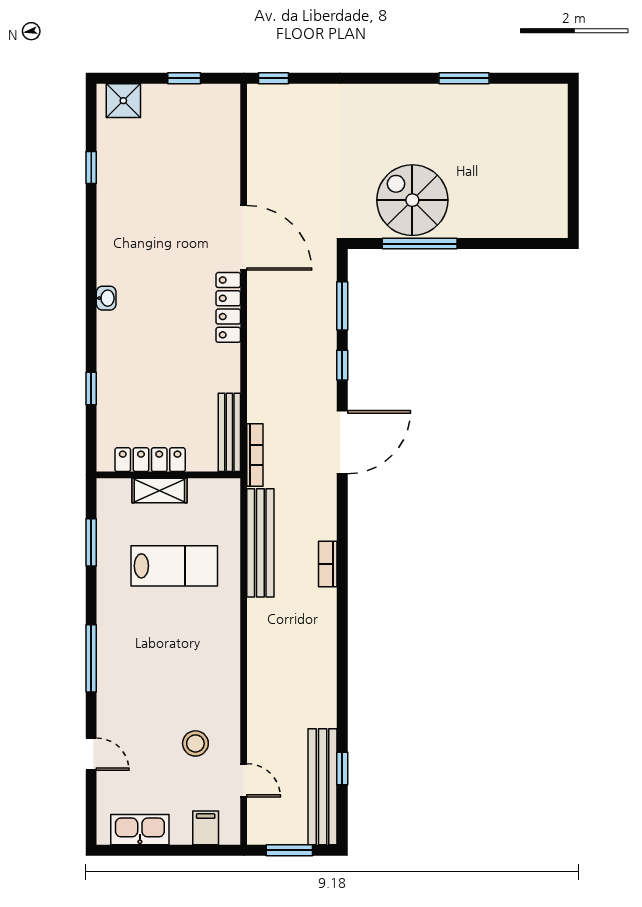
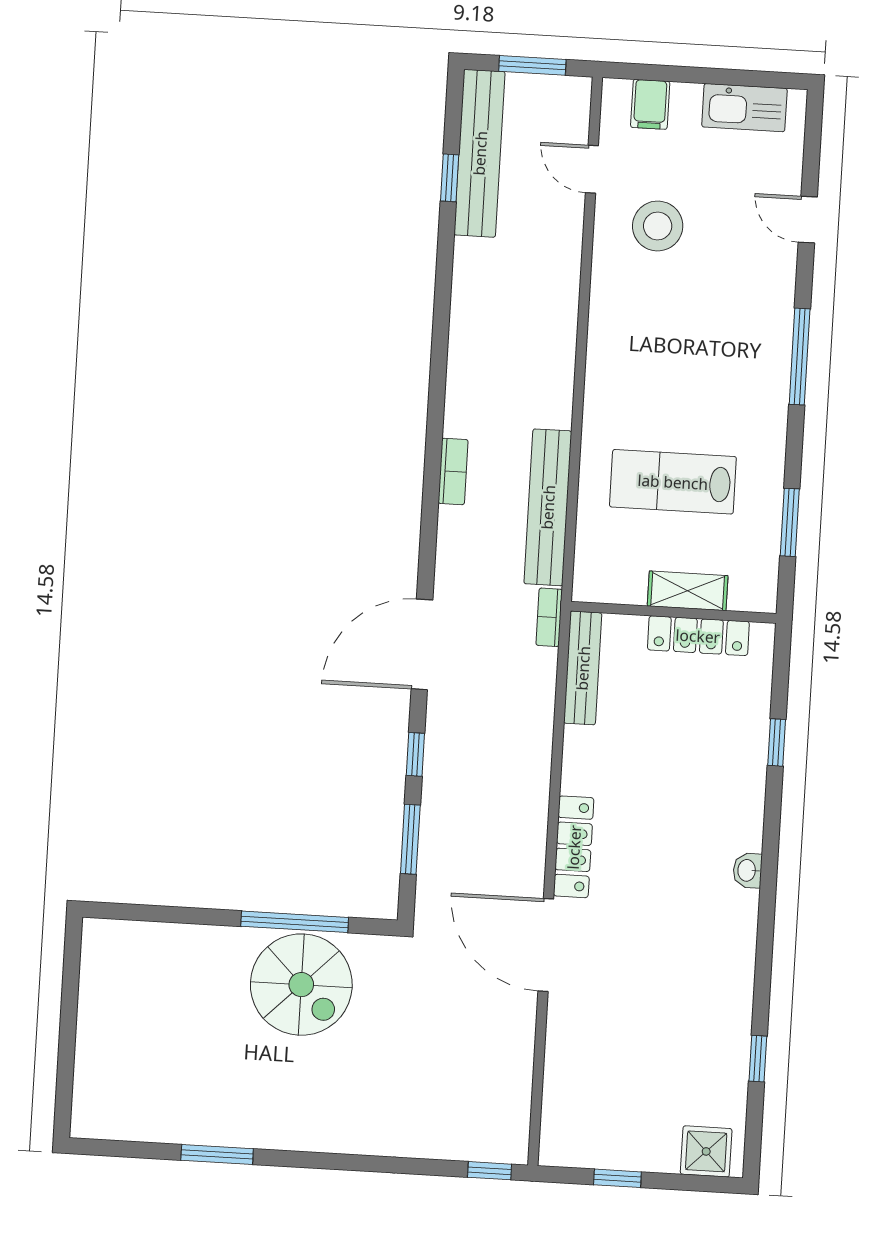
bookcase: (255, 455) -> (549, 617), width x0.64
stool: (195, 743) -> (658, 226), width x1.38, depth x1.38

